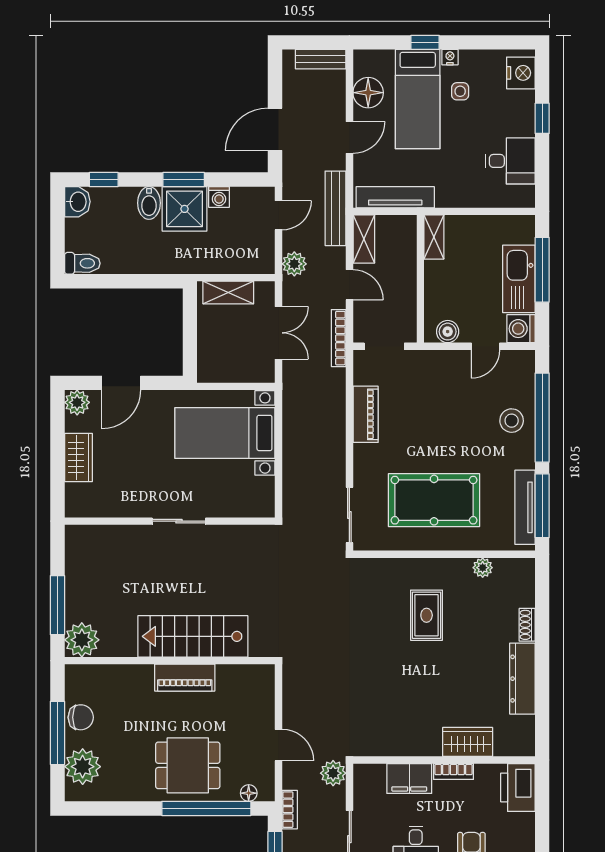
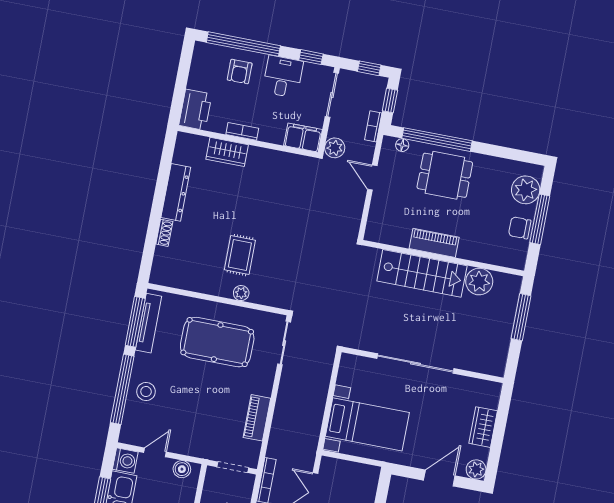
sliding door: (179, 521) -> (416, 364), width x1.86
plant: (483, 568) -> (241, 293), moved
plant: (82, 640) -> (479, 282), moved
filing cabinet: (409, 778) -> (303, 138), moved

